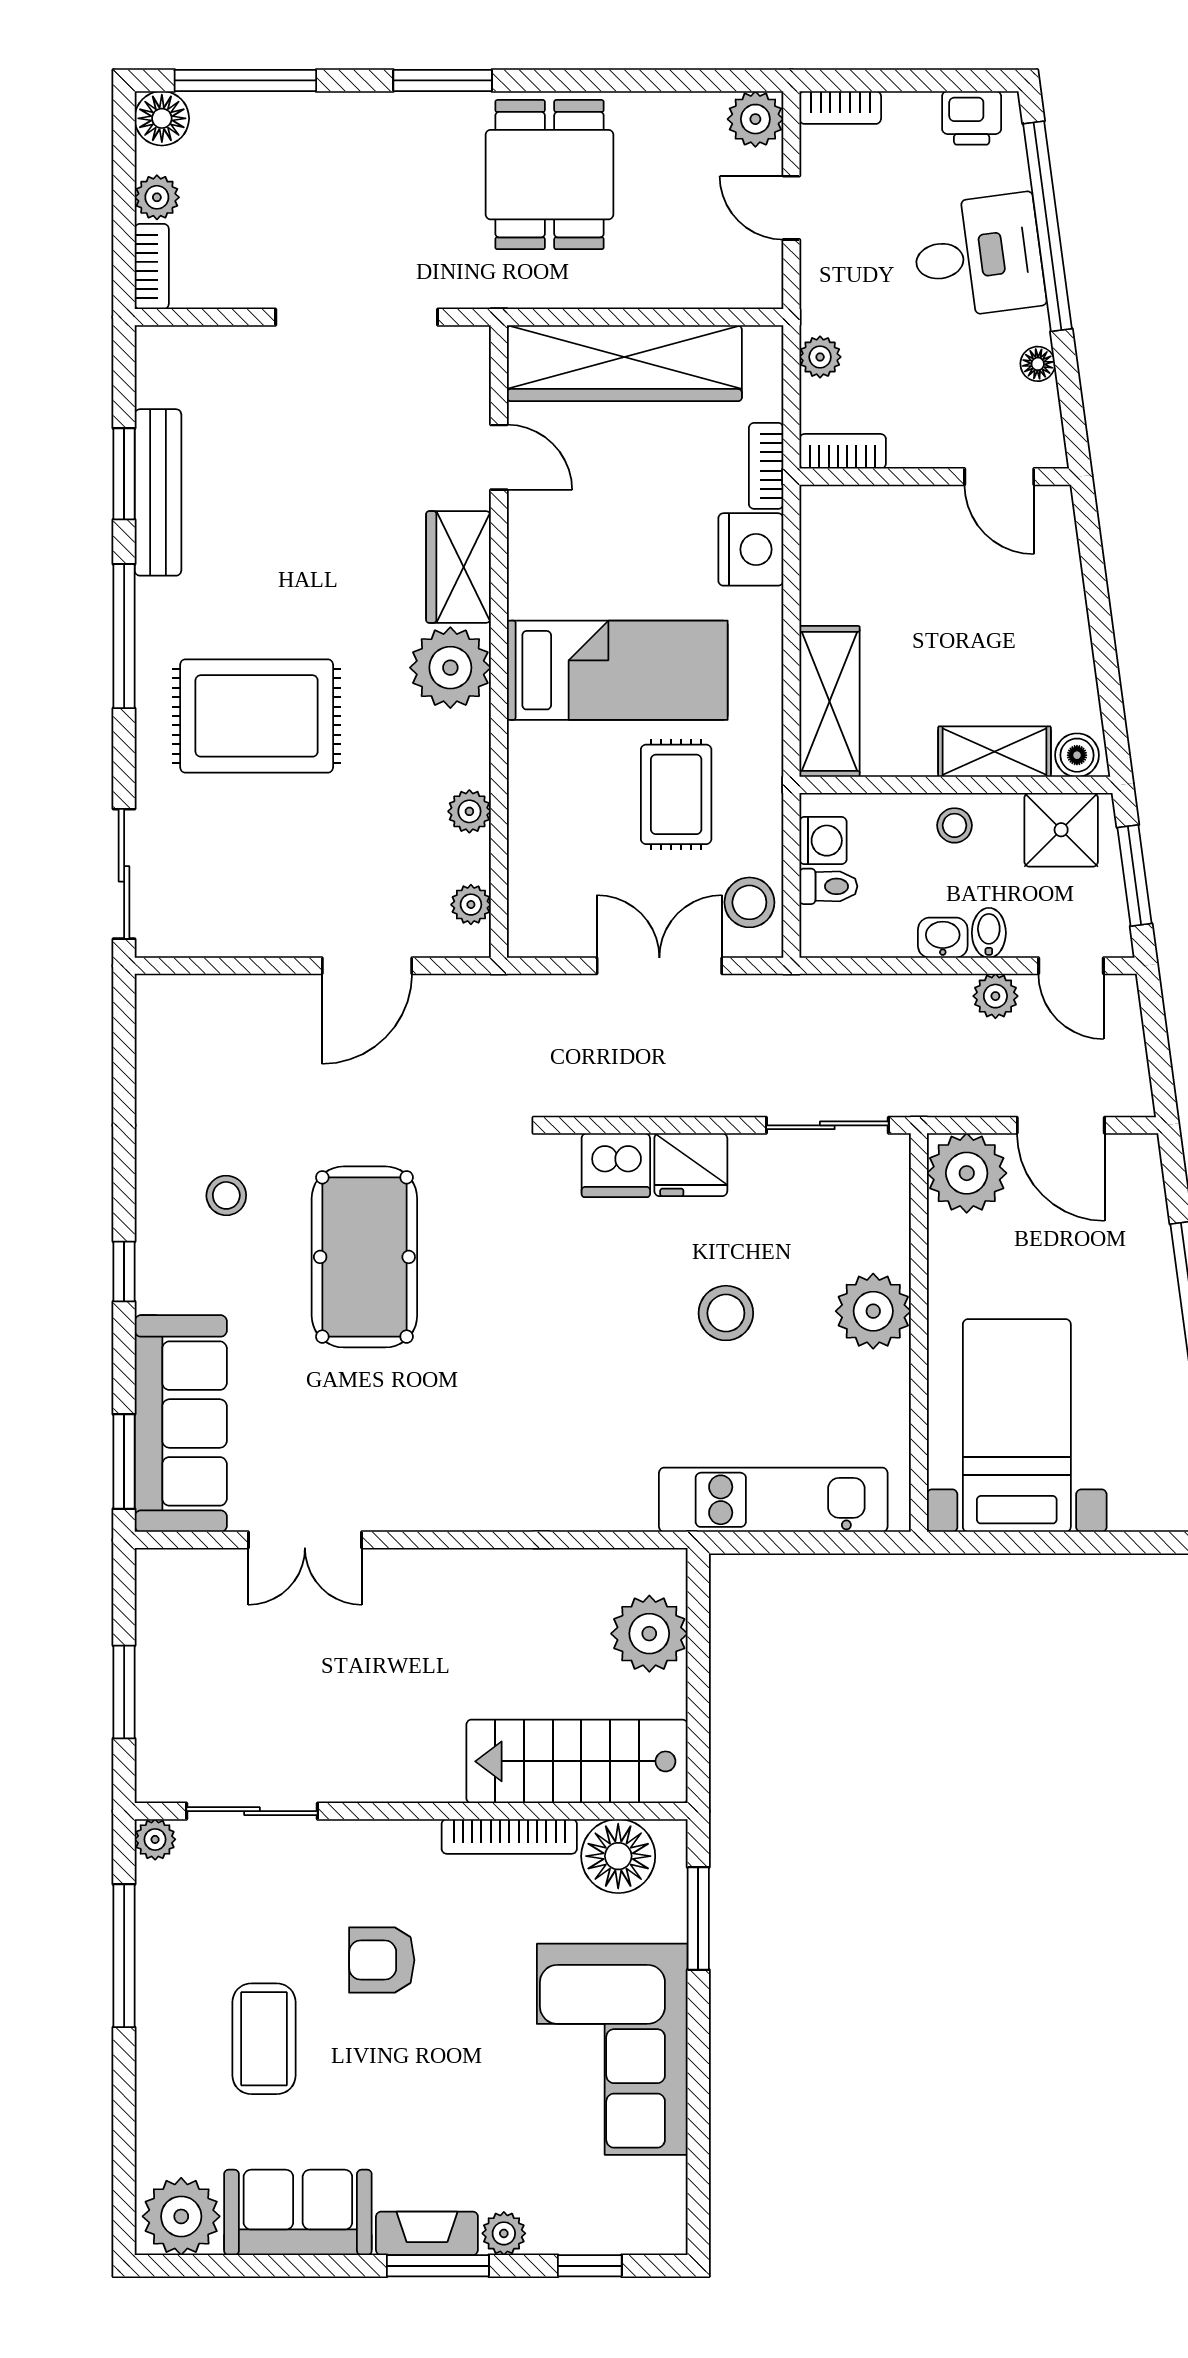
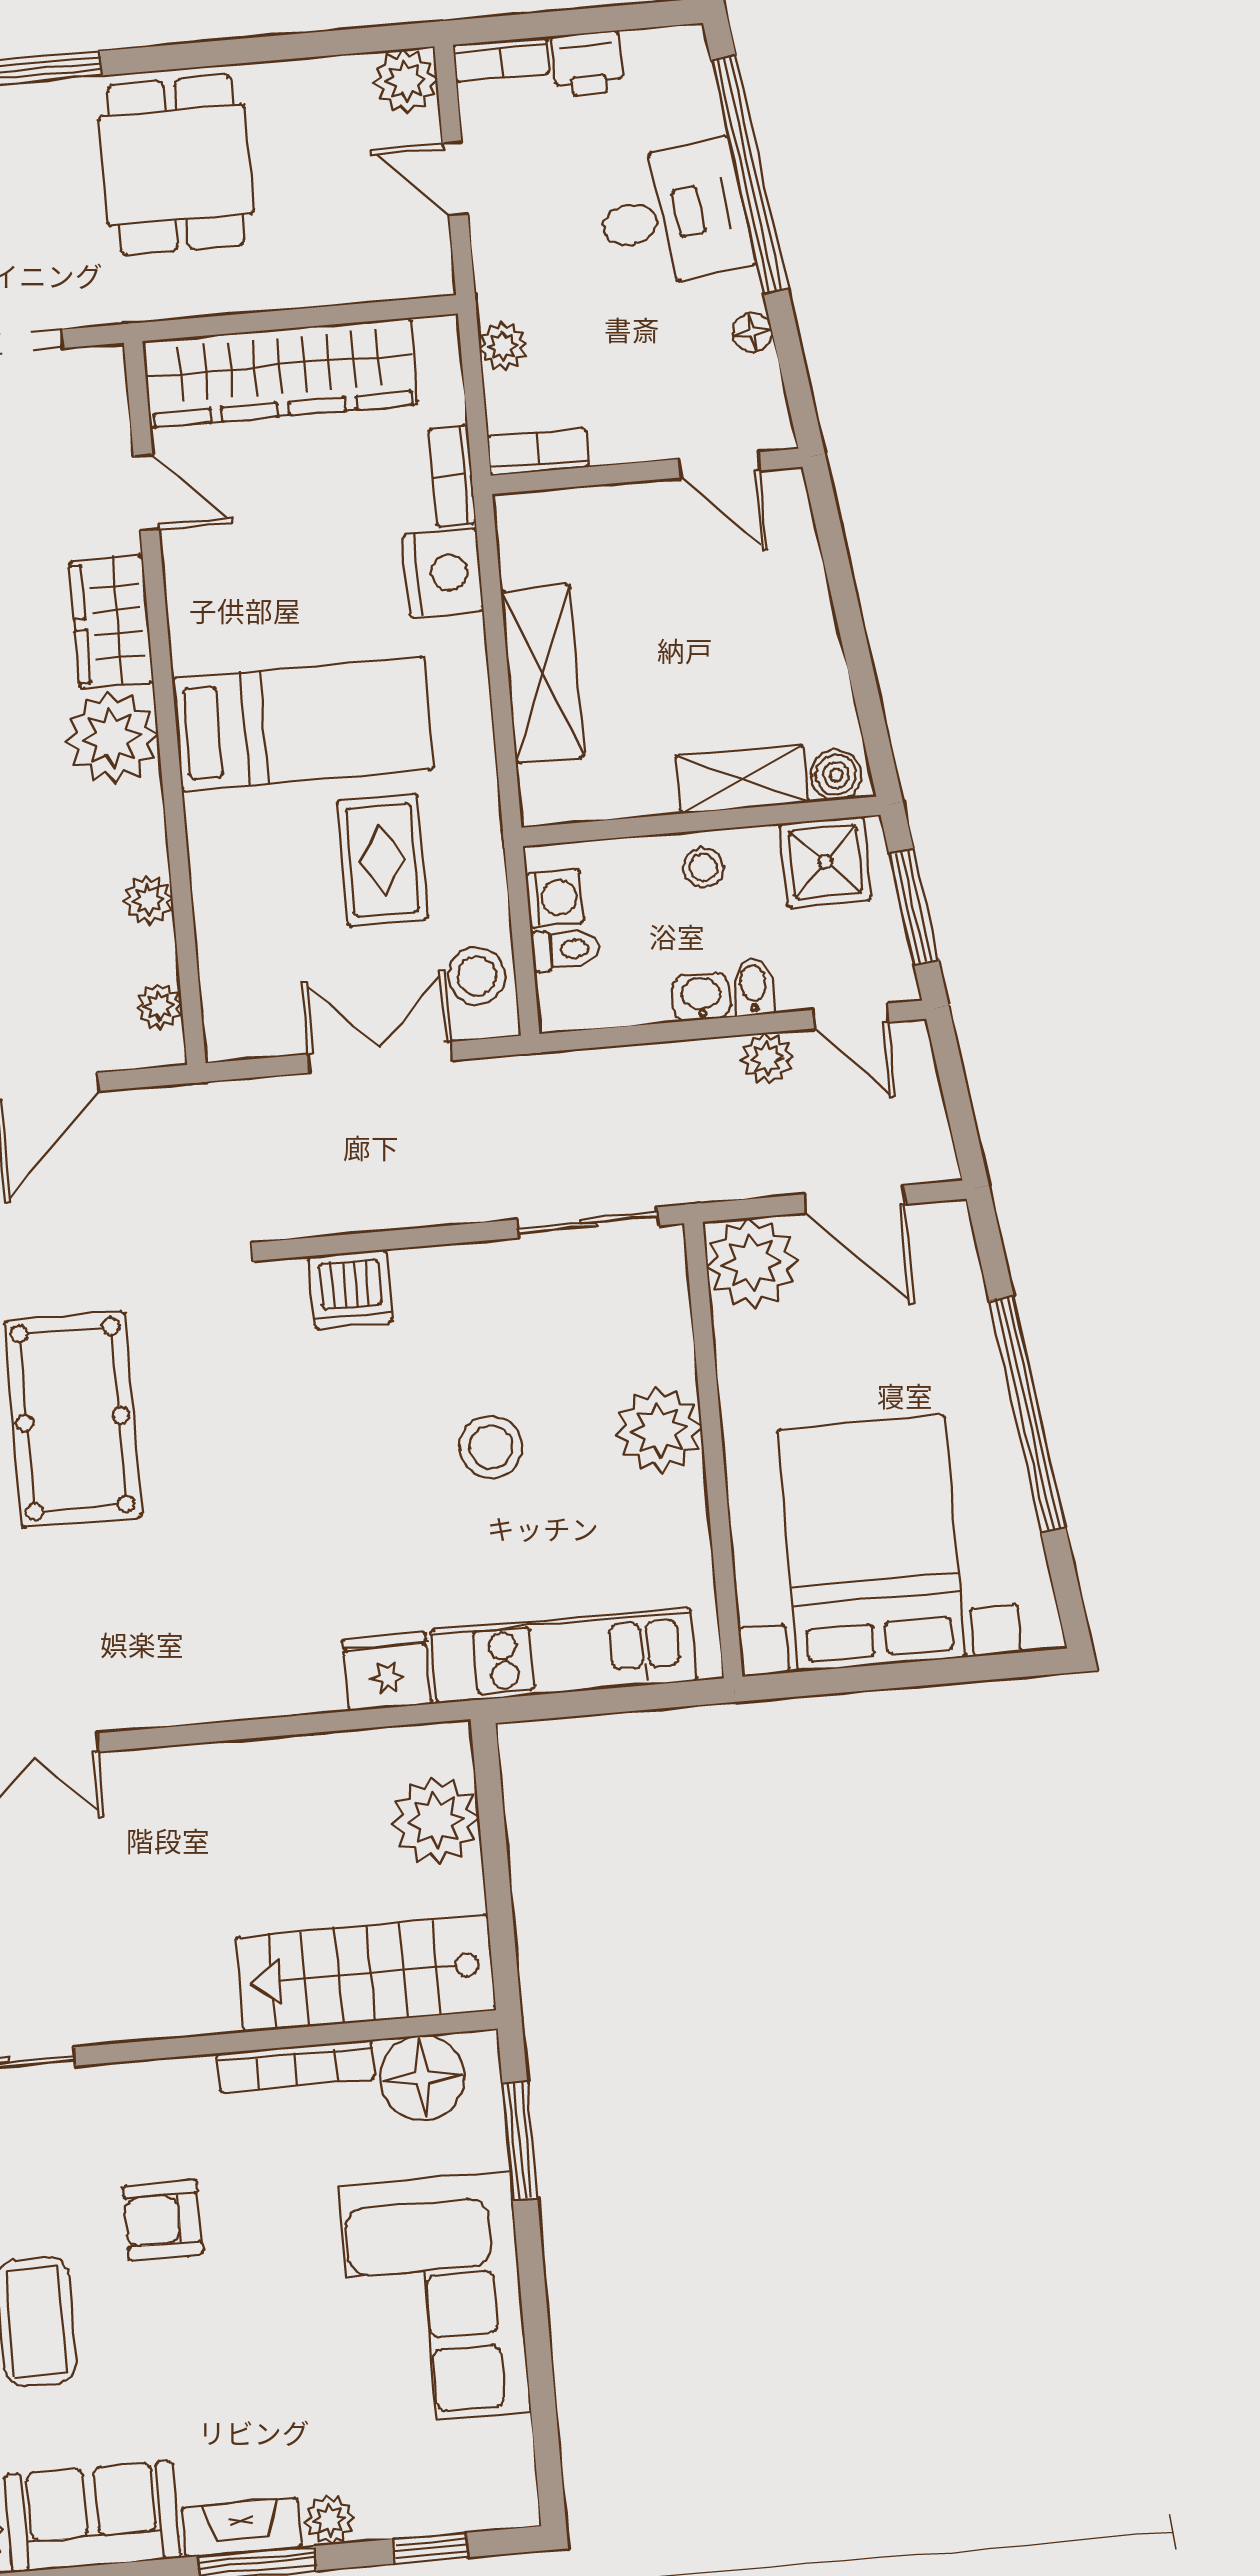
printer: (972, 118) -> (587, 64), moved
shelving: (829, 701) -> (543, 674), moved
fridge: (691, 1165) -> (387, 1672), moved, turned 180
bed with nightstands: (1017, 1426) -> (871, 1543), width x1.36

